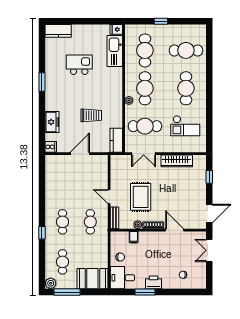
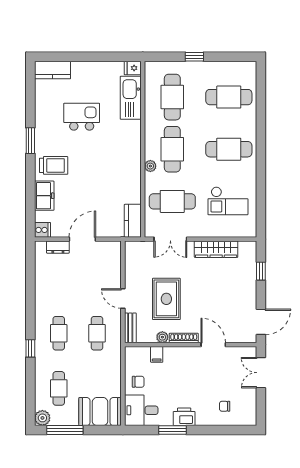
cafe table: (186, 88) -> (229, 149), turned 90
trolley: (91, 115) -> (54, 165), moved
dresser: (62, 159) -> (58, 247), added

